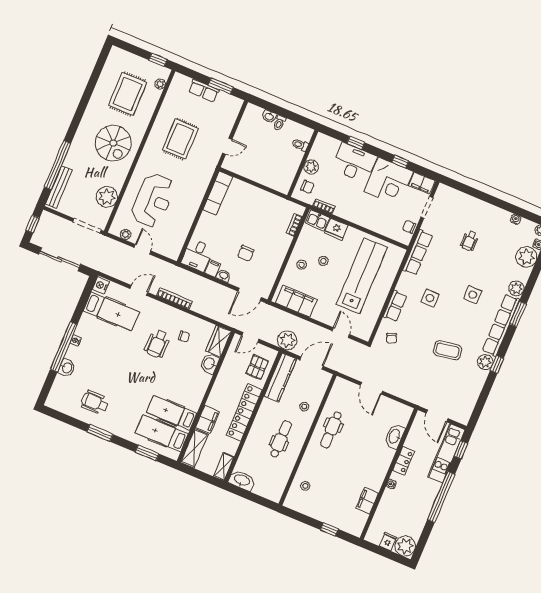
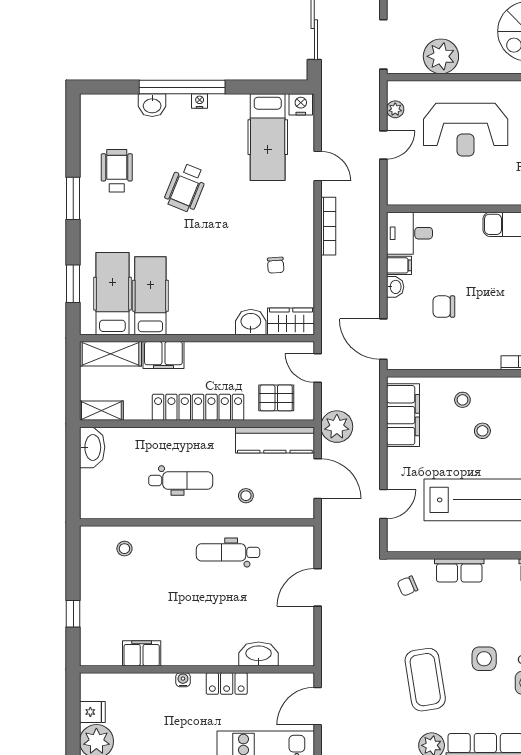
side table: (430, 298) -> (484, 659), moved
wheelchair: (157, 344) -> (186, 188), moved, turned -68
coffee table: (447, 350) -> (425, 680), width x1.36, depth x1.32

